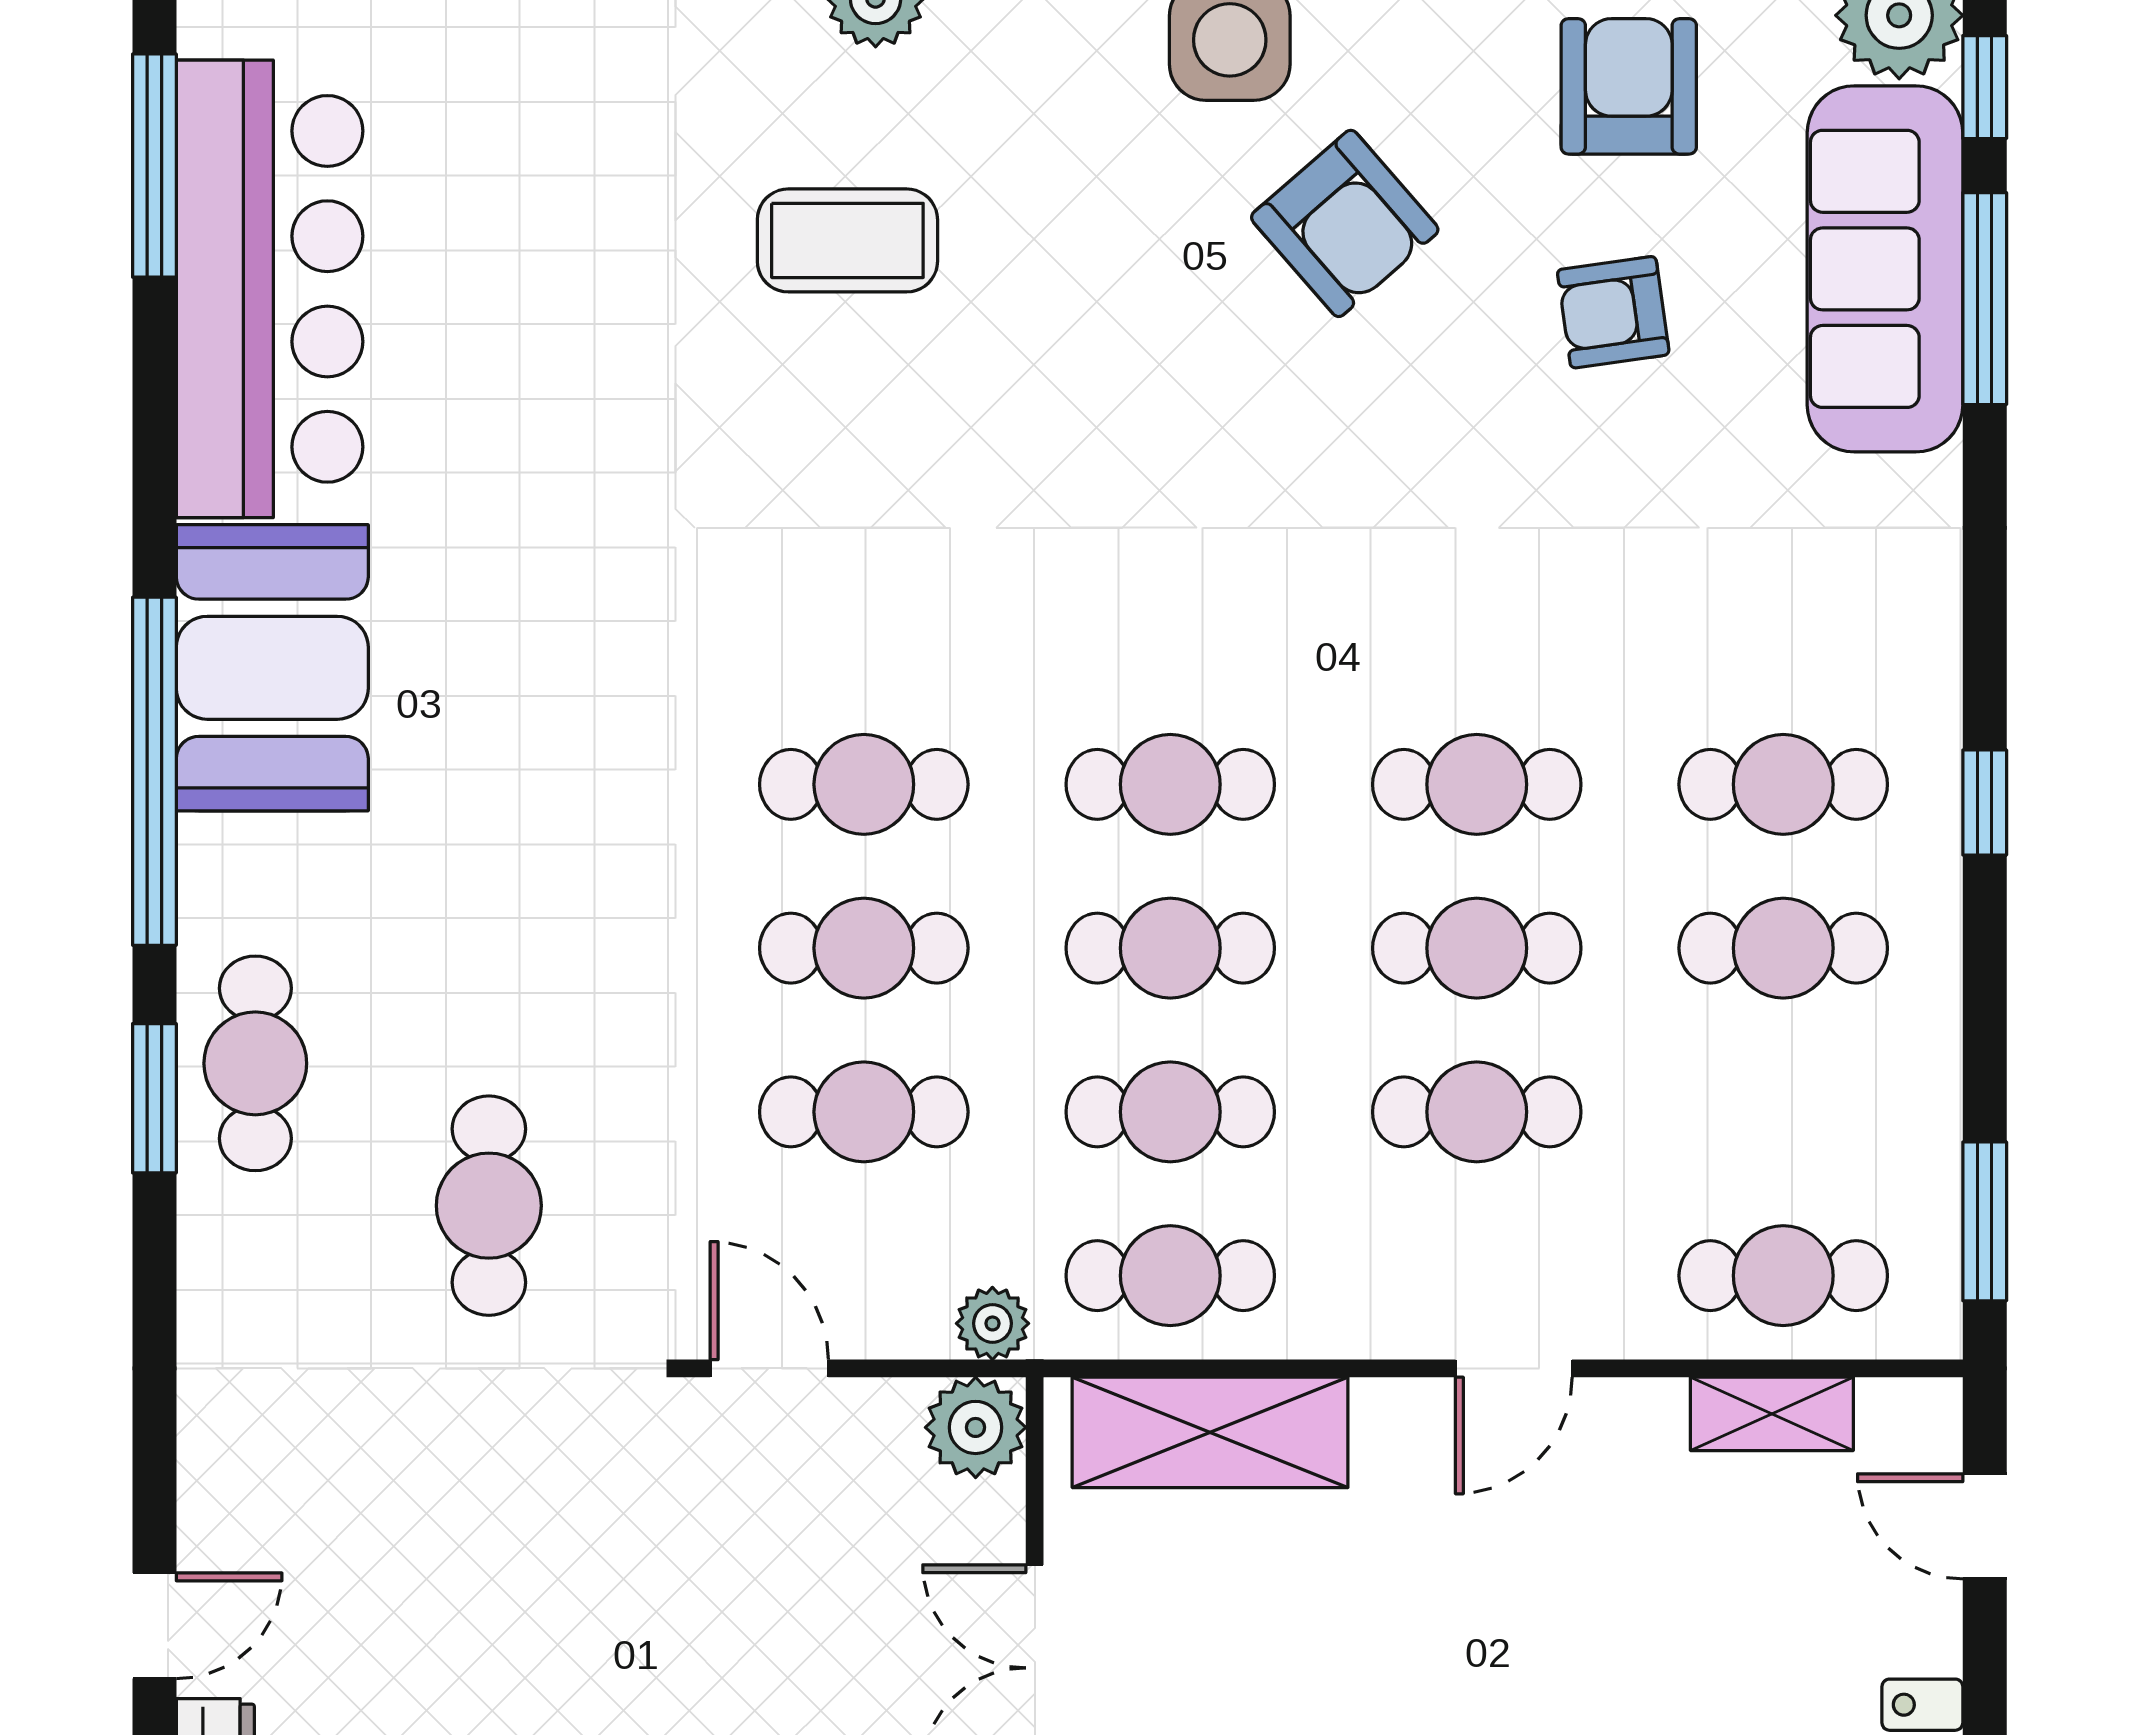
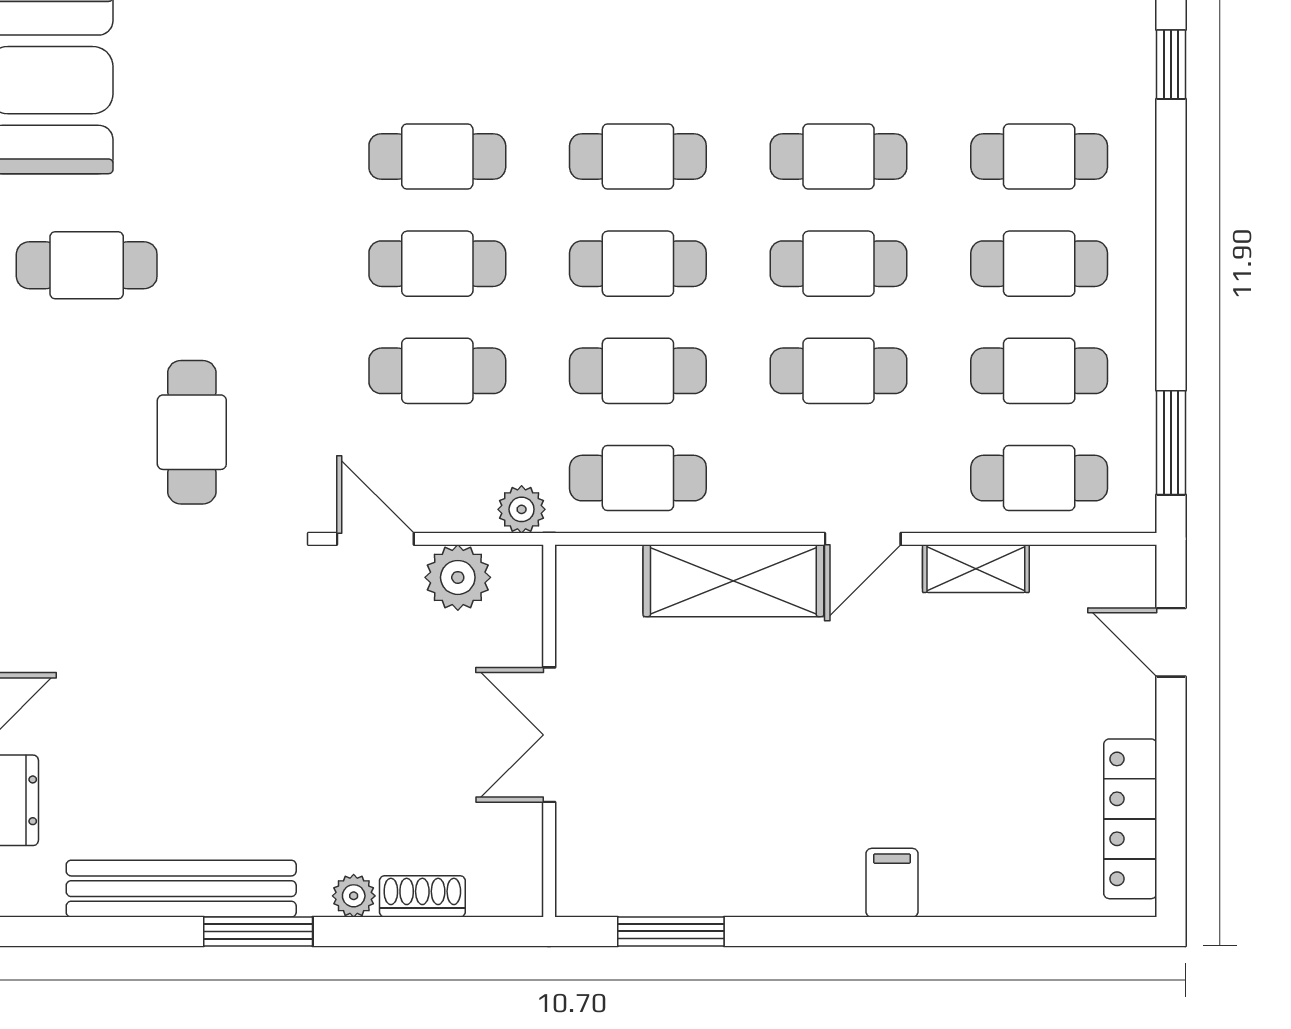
window: (1985, 802) -> (1171, 64), moved
cafe table: (255, 1063) -> (87, 265), moved, turned 90
cafe table: (1783, 1112) -> (1039, 371), added
shelving: (1772, 1414) -> (976, 569), moved
plant: (976, 1427) -> (458, 577), moved
shelving: (1210, 1432) -> (733, 581), moved

